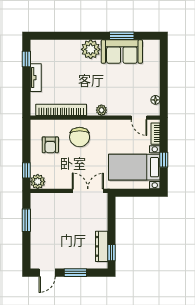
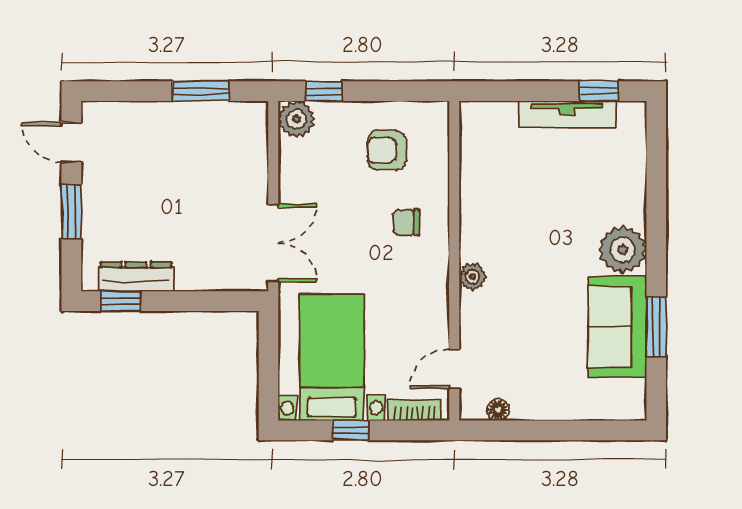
tv unit: (36, 78) -> (567, 114), width x1.41
bookcase: (61, 110) -> (473, 177), removed
chair: (80, 137) -> (406, 222), width x0.54, depth x0.54

